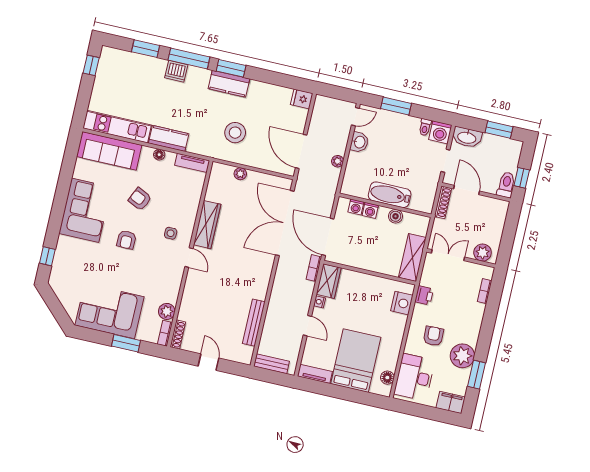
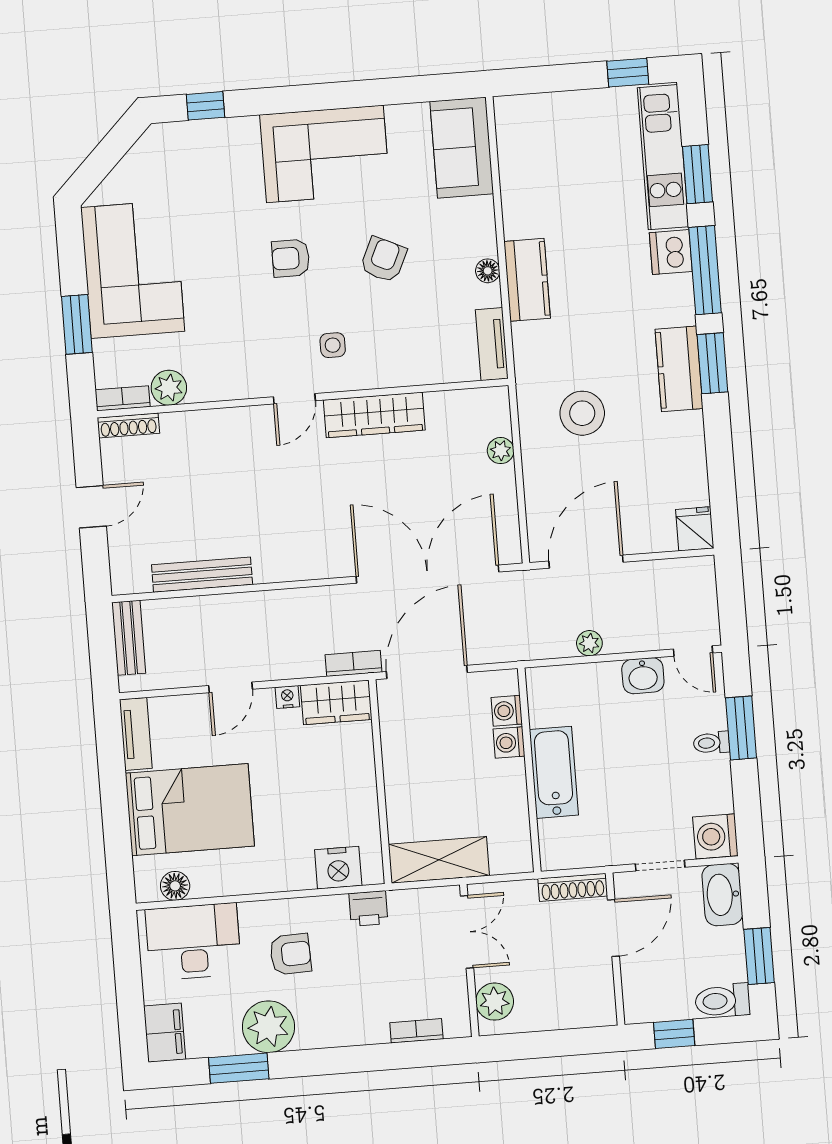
kitchen unit: (117, 127) -> (663, 157), moved, turned 180
toilet: (425, 127) -> (711, 743), moved
sofa: (109, 151) -> (462, 148), width x0.73
toilet: (506, 185) -> (723, 1001), moved, turned 180
boiler: (395, 216) -> (513, 798), removed

